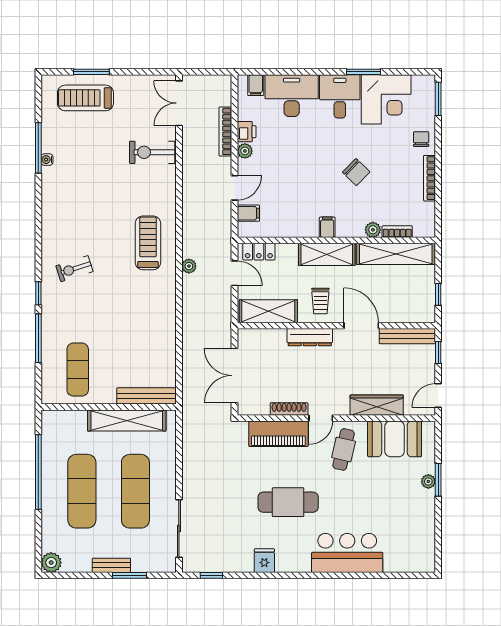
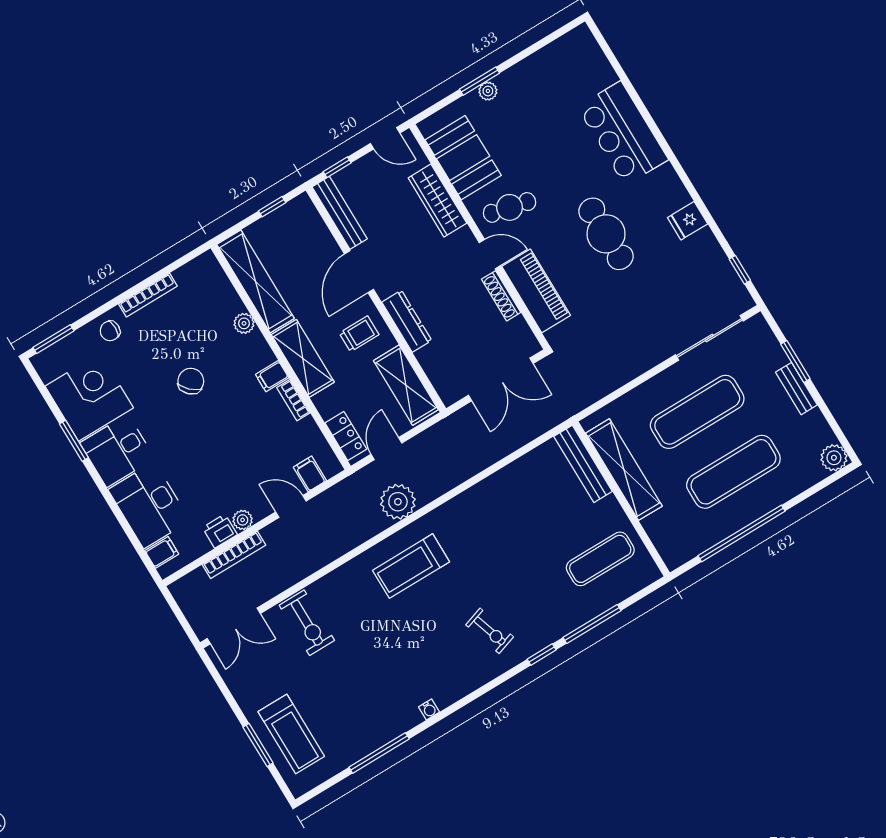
water cooler: (47, 160) -> (429, 709), moved
bookcase: (397, 232) -> (293, 400), moved
plant: (189, 266) -> (398, 502), width x1.88, depth x1.88

